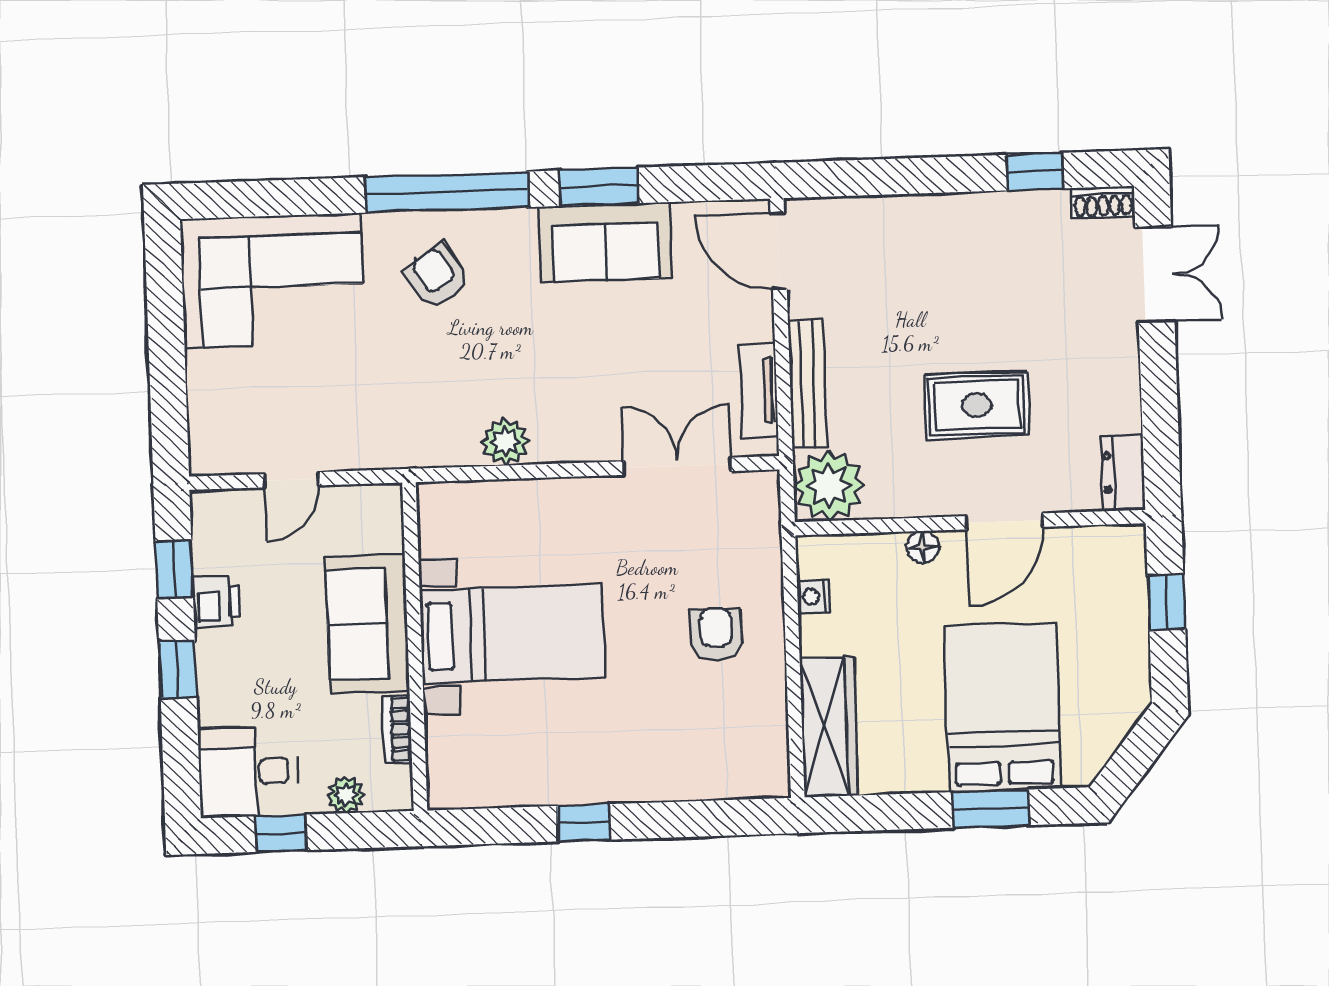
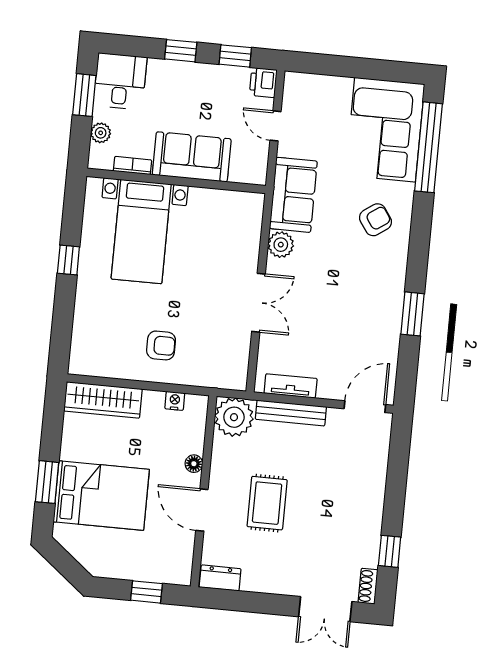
window: (447, 192) -> (429, 147), moved
sofa: (605, 242) -> (293, 195), moved, turned 180
double door: (677, 466) -> (258, 303), moved
printer: (217, 602) -> (263, 83), moved, turned 90
bed with nightstands: (513, 634) -> (141, 232), moved
window: (281, 833) -> (84, 95), width x1.50

